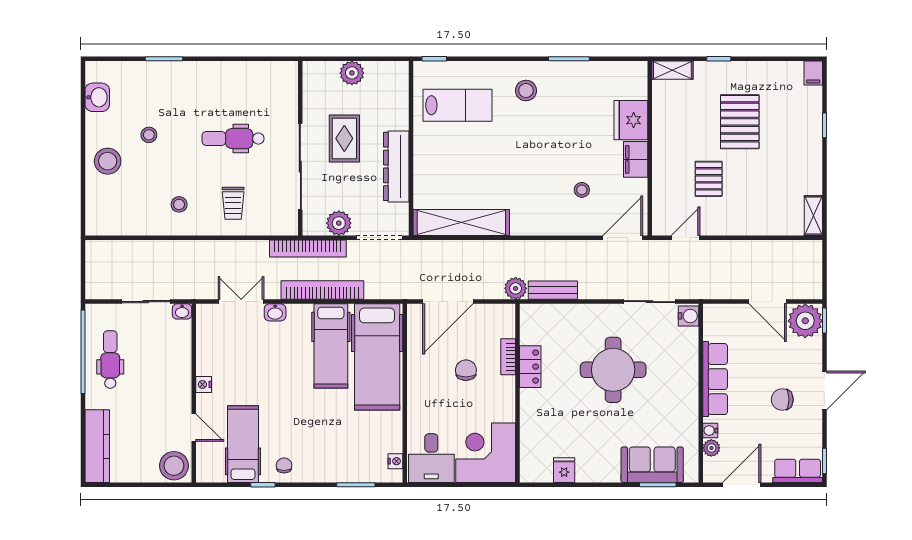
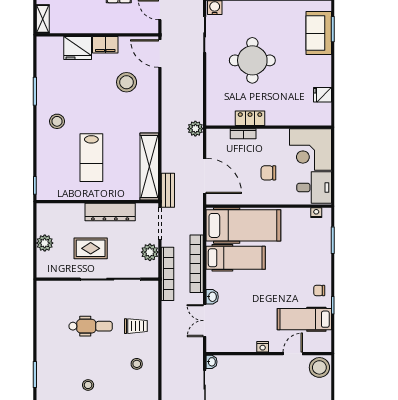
lab bench: (458, 105) -> (91, 158), moved, turned 180
dental chair: (233, 139) -> (91, 326), turned -90
stool: (582, 190) -> (127, 82), width x1.89, depth x1.89
bench: (553, 290) -> (168, 190), moved
chair: (466, 370) -> (268, 173), moved

